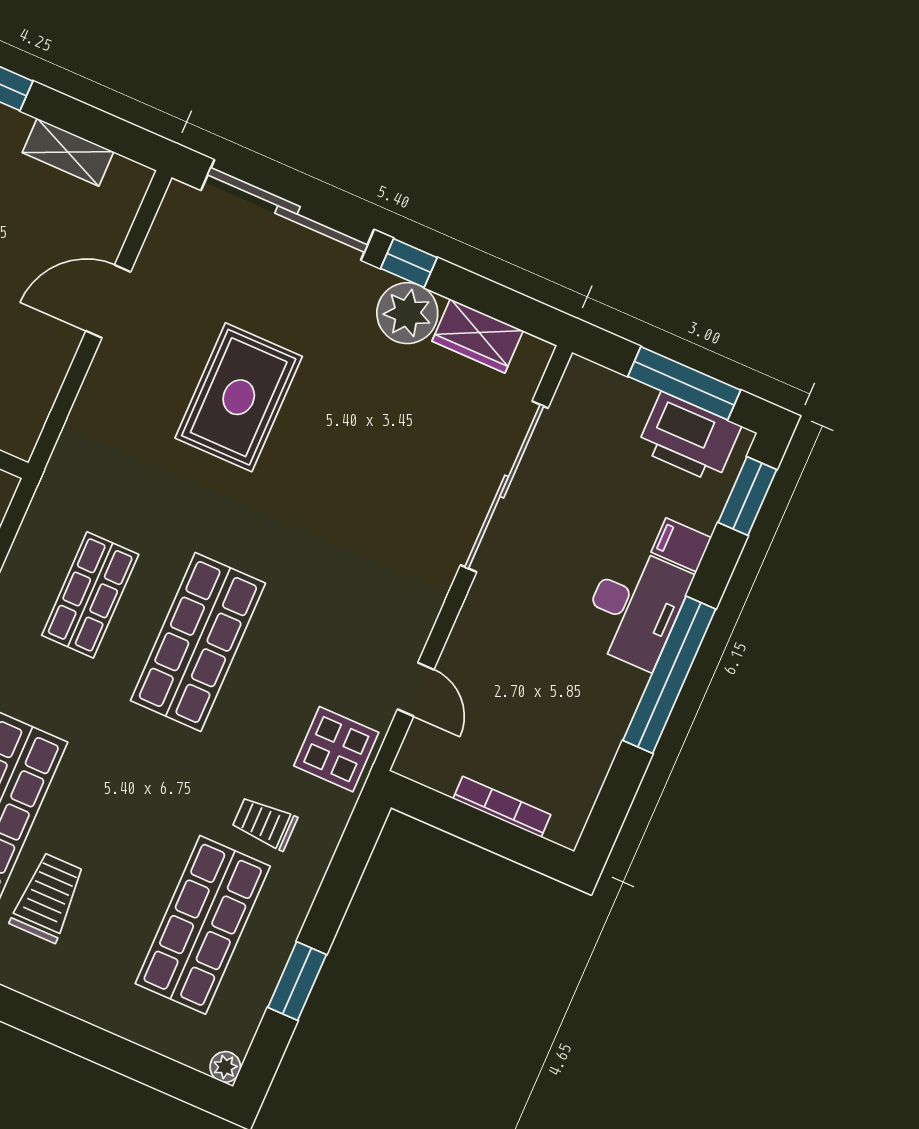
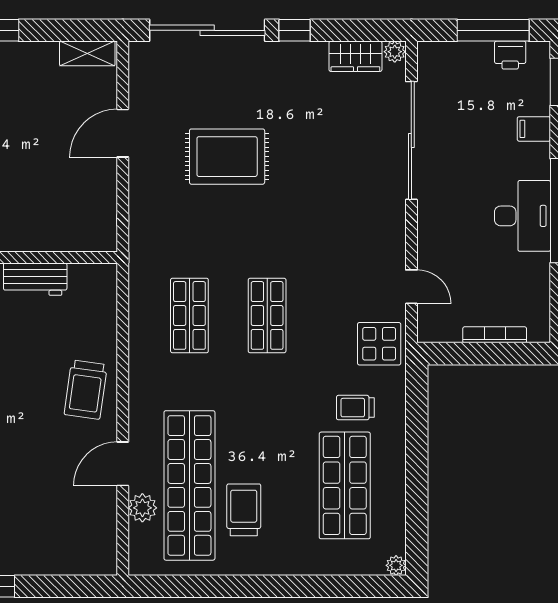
shelving: (68, 152) -> (87, 53), moved
plant: (407, 313) -> (395, 52), moved, width x0.53, depth x0.53
rug: (239, 397) -> (227, 157), turned 90
printer: (689, 437) -> (510, 55), width x0.53, depth x0.68
desk: (635, 607) -> (523, 216), moved
shop shelf: (198, 642) -> (267, 315), width x0.70, depth x0.74
window: (297, 981) -> (417, 494), removed

